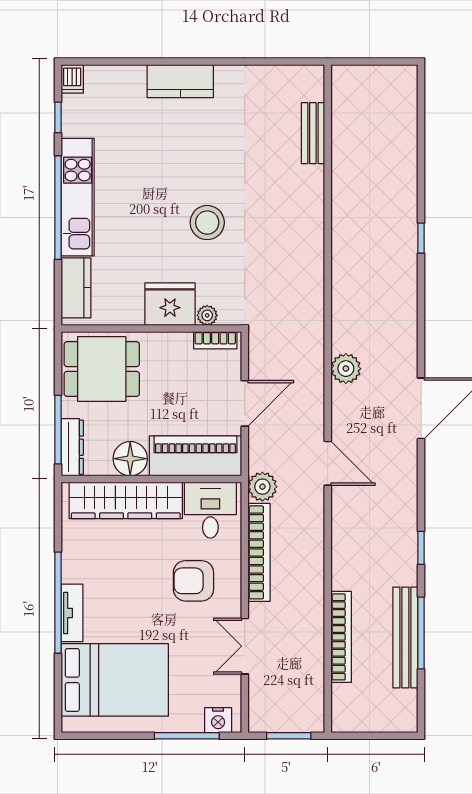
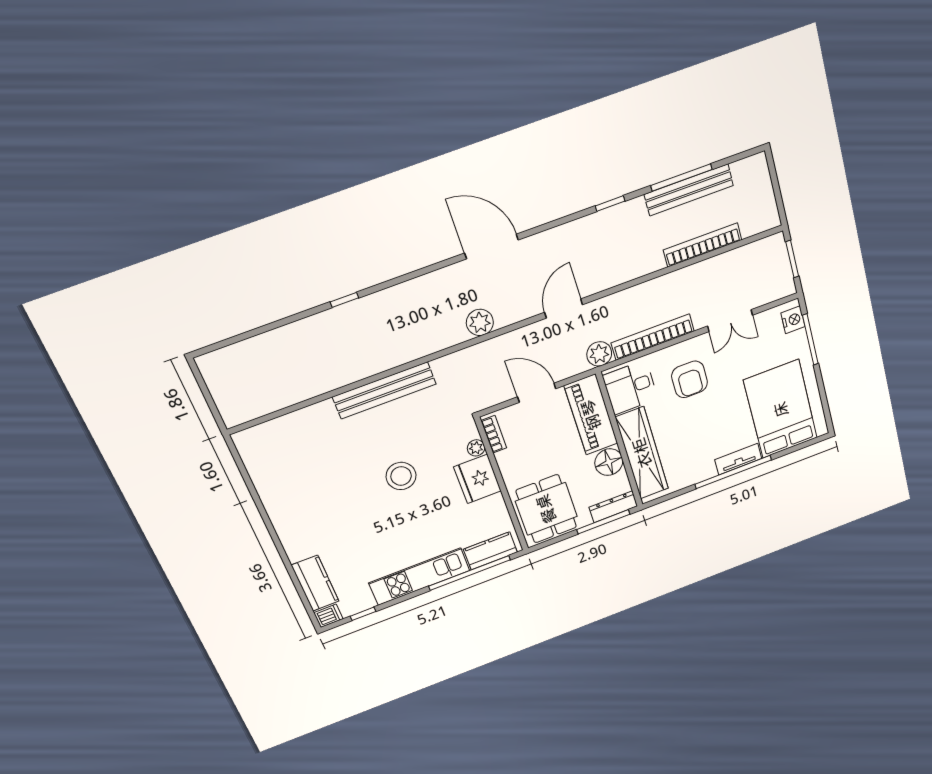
kitchen counter: (180, 81) -> (315, 583), moved
bench: (313, 133) -> (384, 390), moved, width x1.86, depth x1.21
window: (58, 208) -> (470, 573), moved

